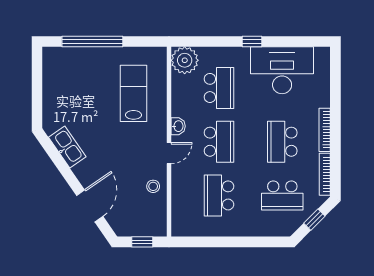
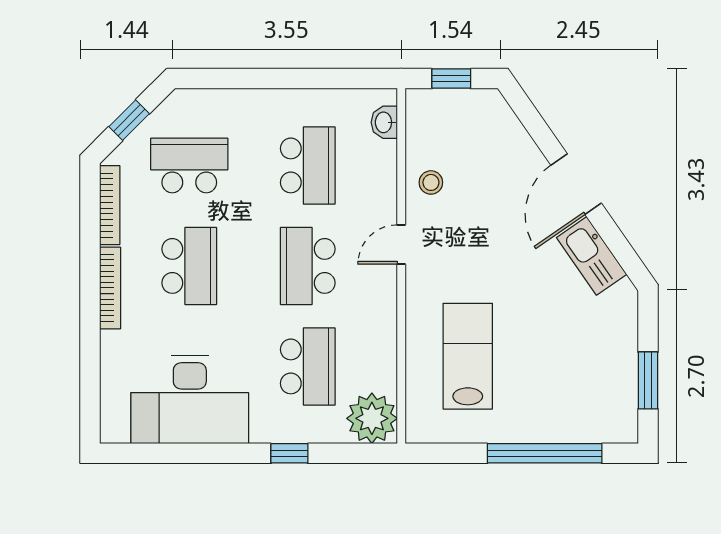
window: (252, 42) -> (289, 453), moved
window: (37, 81) -> (648, 380), added
school desk: (219, 88) -> (308, 366), turned 180
lab bench: (133, 93) -> (468, 356), turned 180
washbasin: (178, 126) -> (384, 122), moved
door: (90, 206) -> (576, 184), moved

